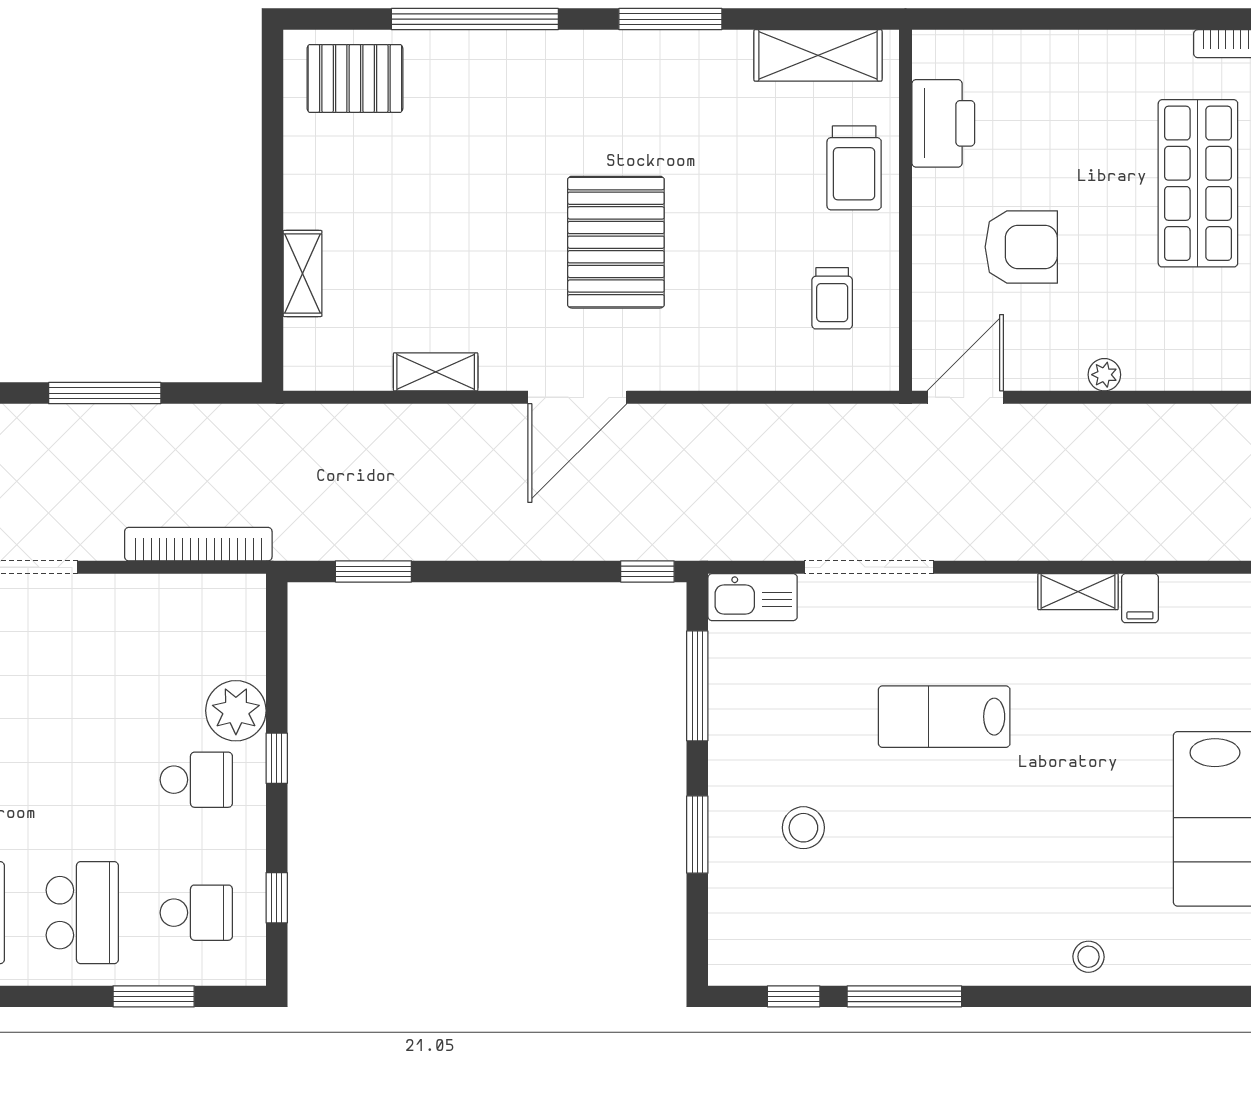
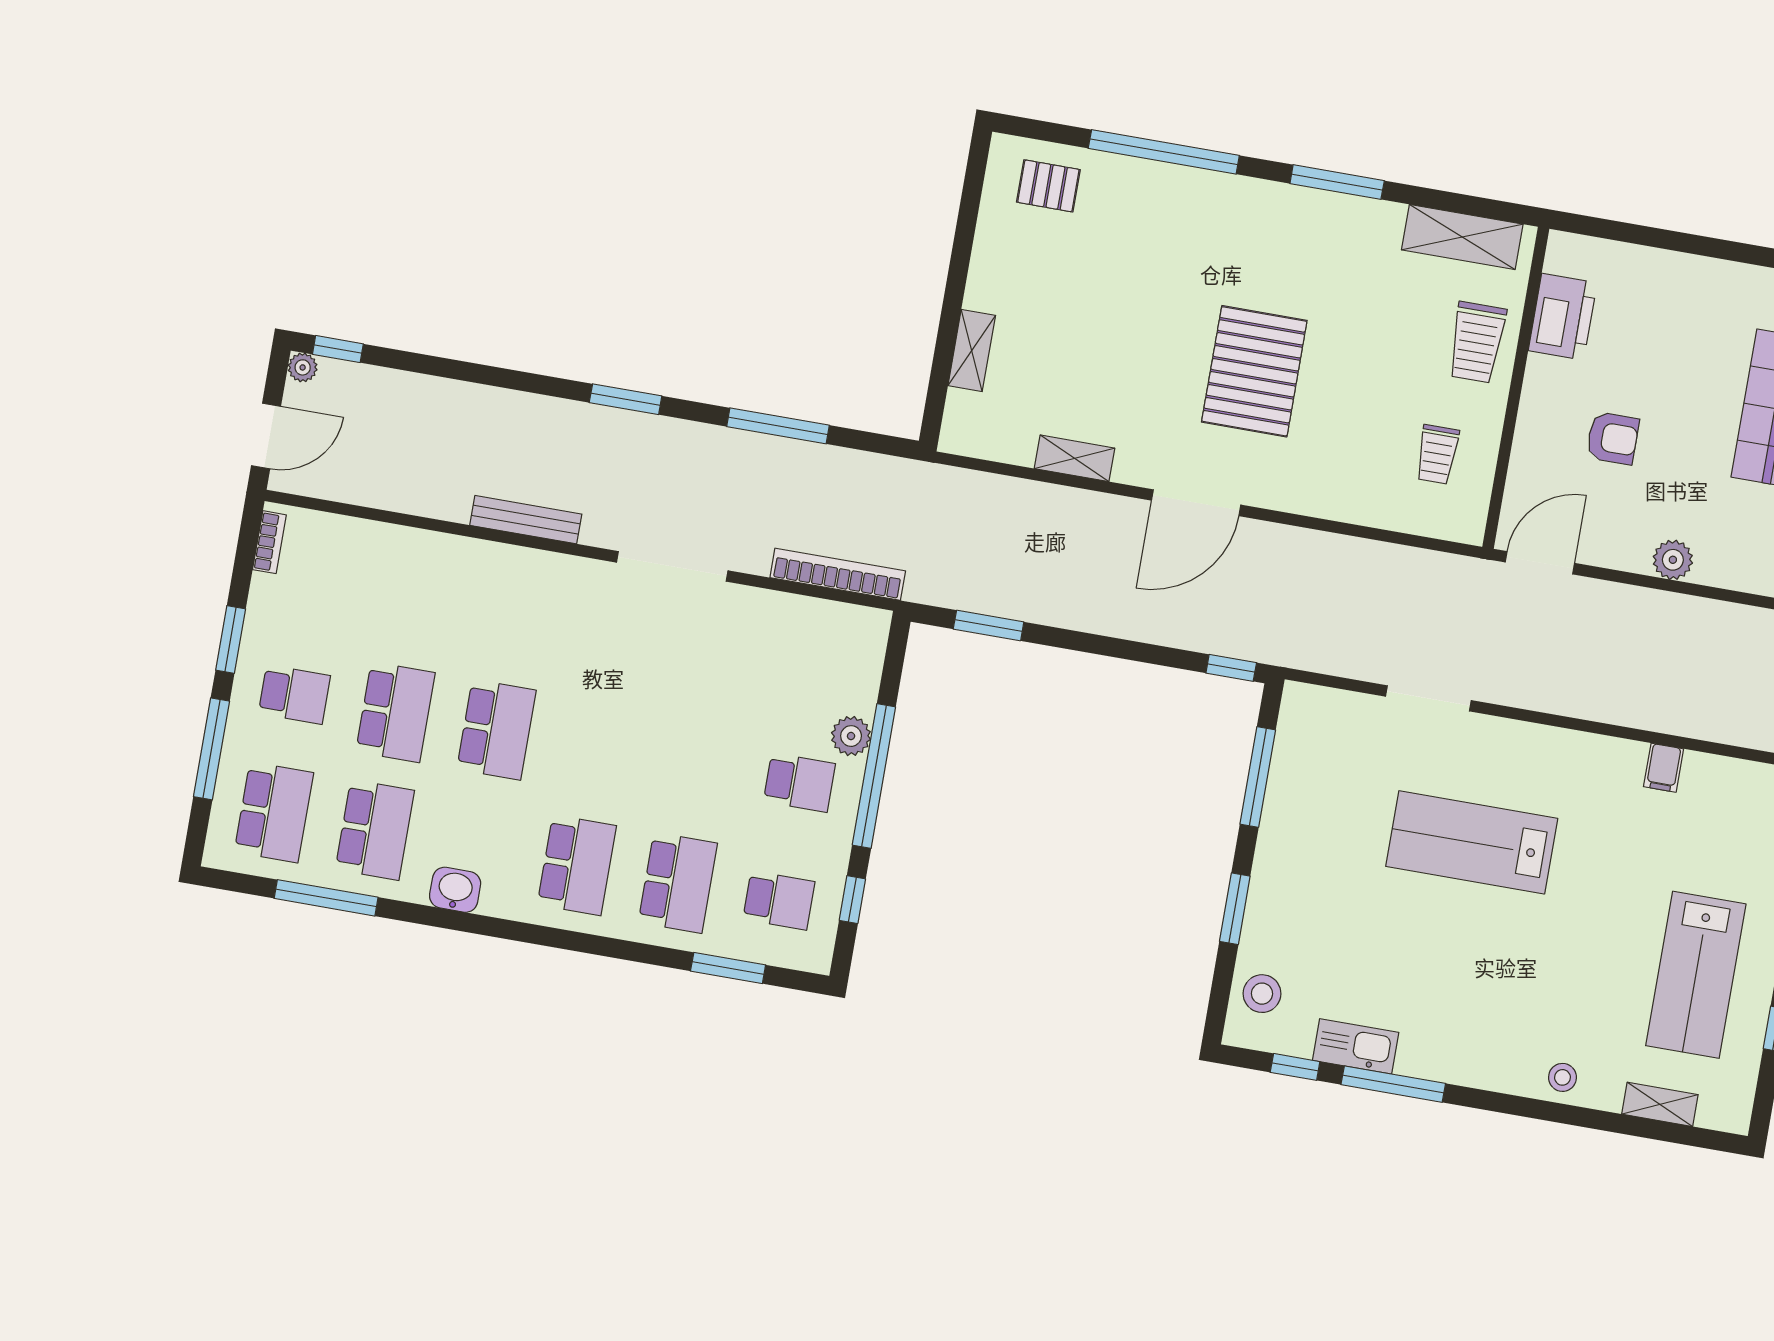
pallet: (355, 78) -> (1048, 186), width x0.67, depth x0.71
armchair: (1021, 247) -> (1613, 438), width x0.72, depth x0.72
plant: (1104, 375) -> (1673, 560), width x1.38, depth x1.38
doorway: (869, 567) -> (1428, 698), width x0.73
shelving: (1078, 592) -> (1660, 1104), moved
kitchen sink: (753, 597) -> (1356, 1046), moved, turned 180
plant: (236, 711) -> (851, 736), width x0.73, depth x0.73
lab bench: (944, 717) -> (1472, 842), width x1.36, depth x1.39
window: (277, 758) -> (874, 776), width x3.17
stool: (803, 828) -> (1262, 994), moved

